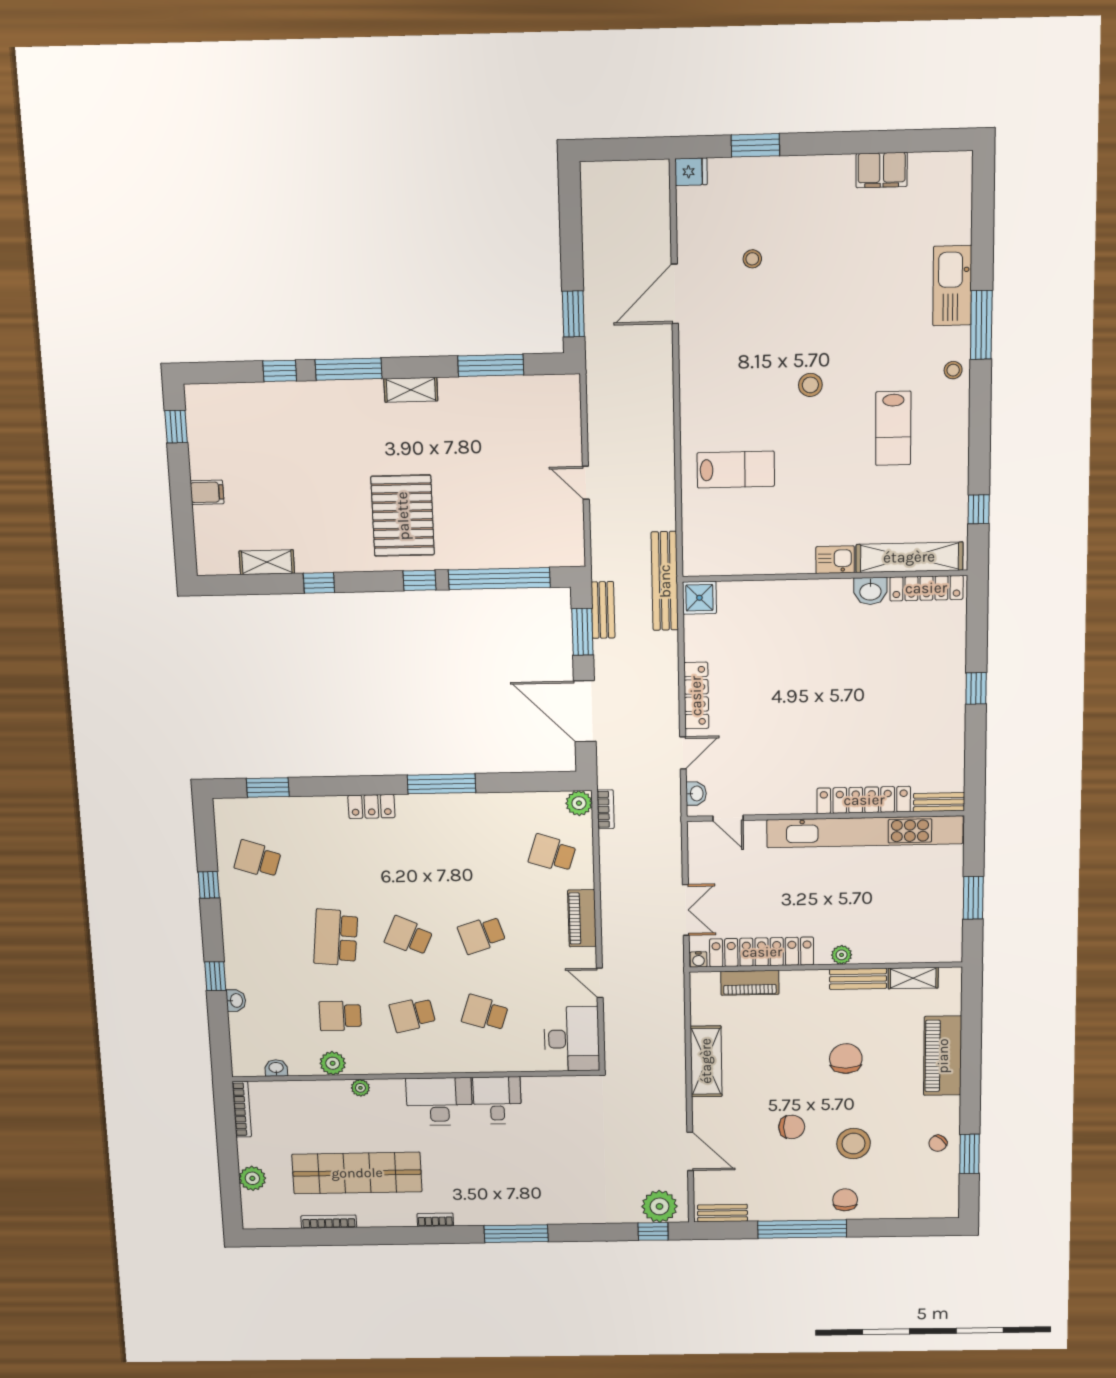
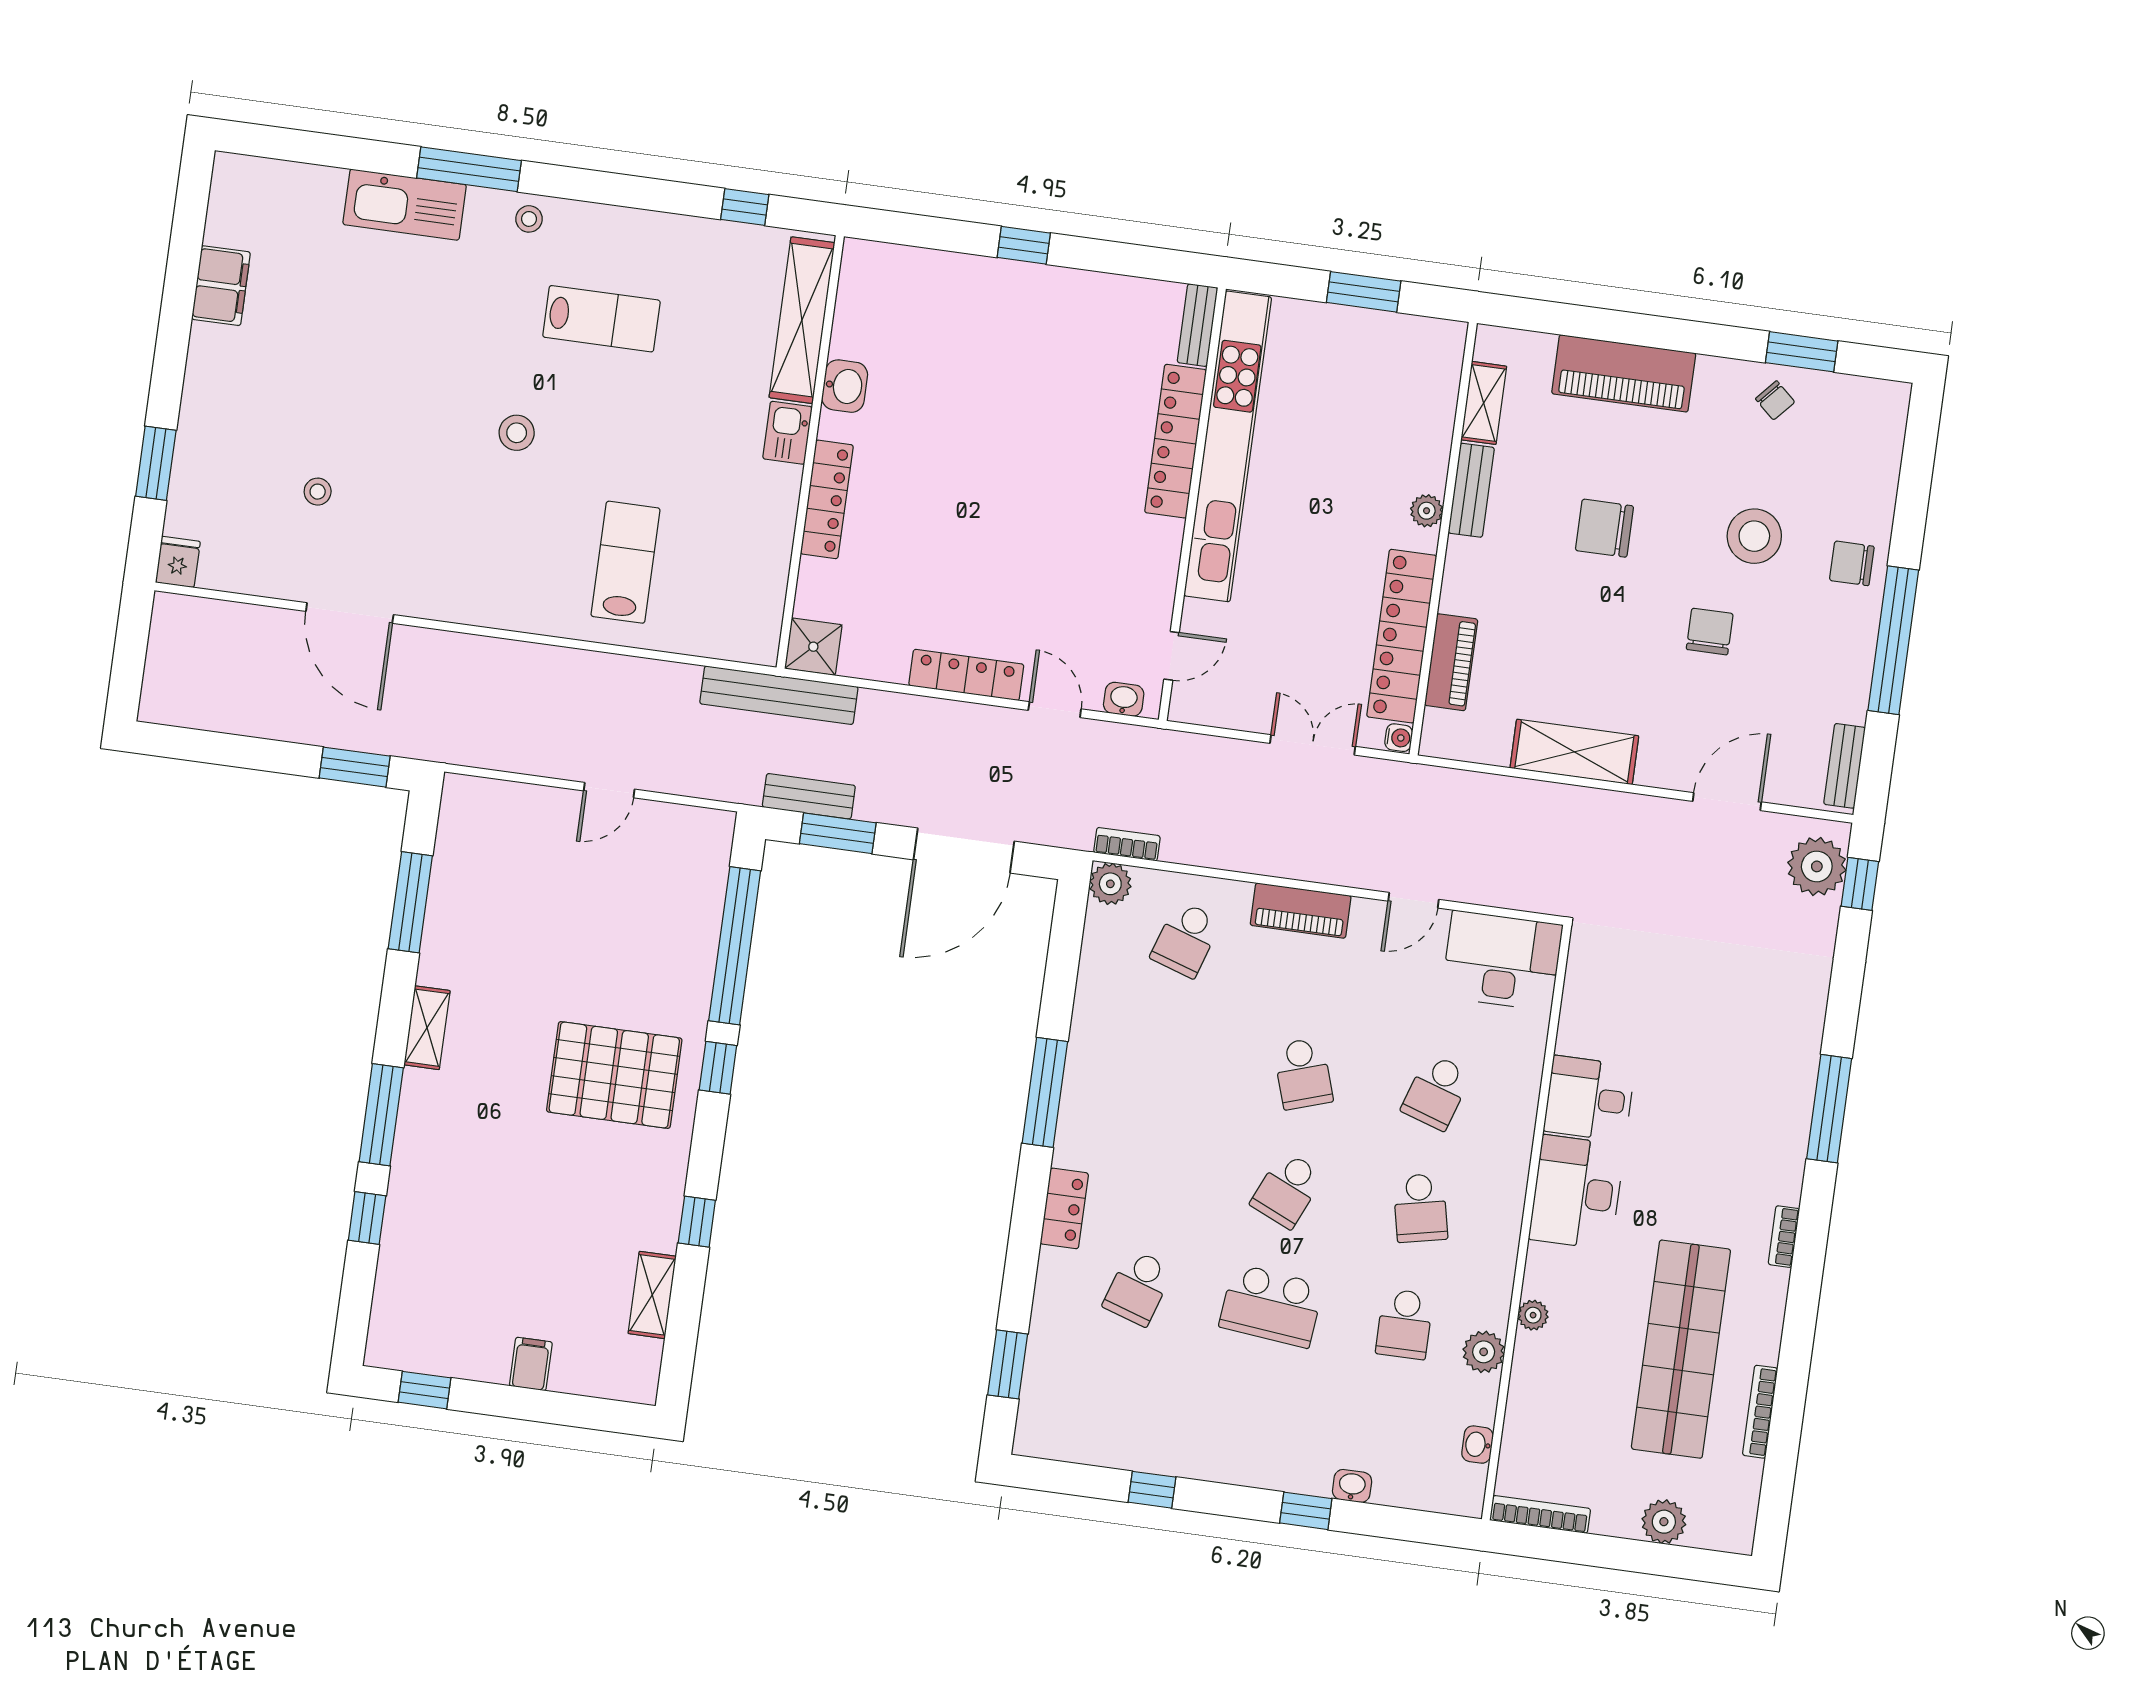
locker: (926, 588) -> (827, 499), moved
school desk: (258, 859) -> (1138, 1288), moved

